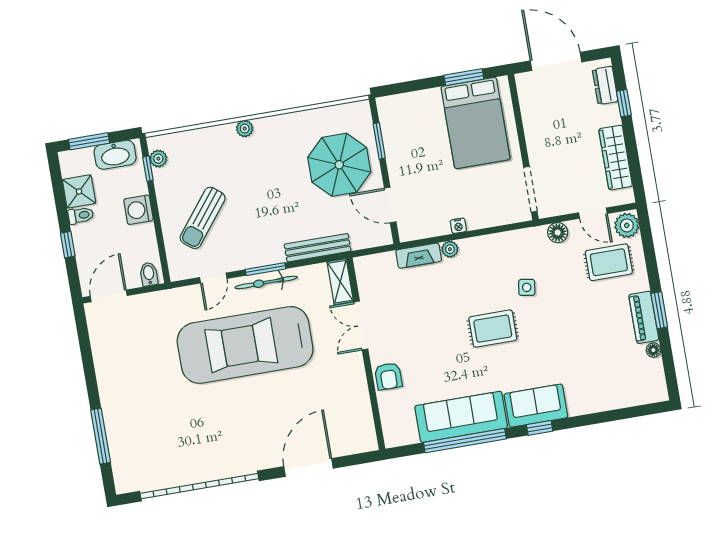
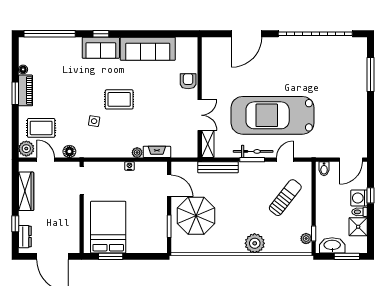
plant: (245, 129) -> (255, 243), width x1.88, depth x1.88
washing machine: (138, 210) -> (359, 198), moved, turned 180
car: (245, 345) -> (273, 115), turned 180
window: (465, 441) -> (50, 34), moved

